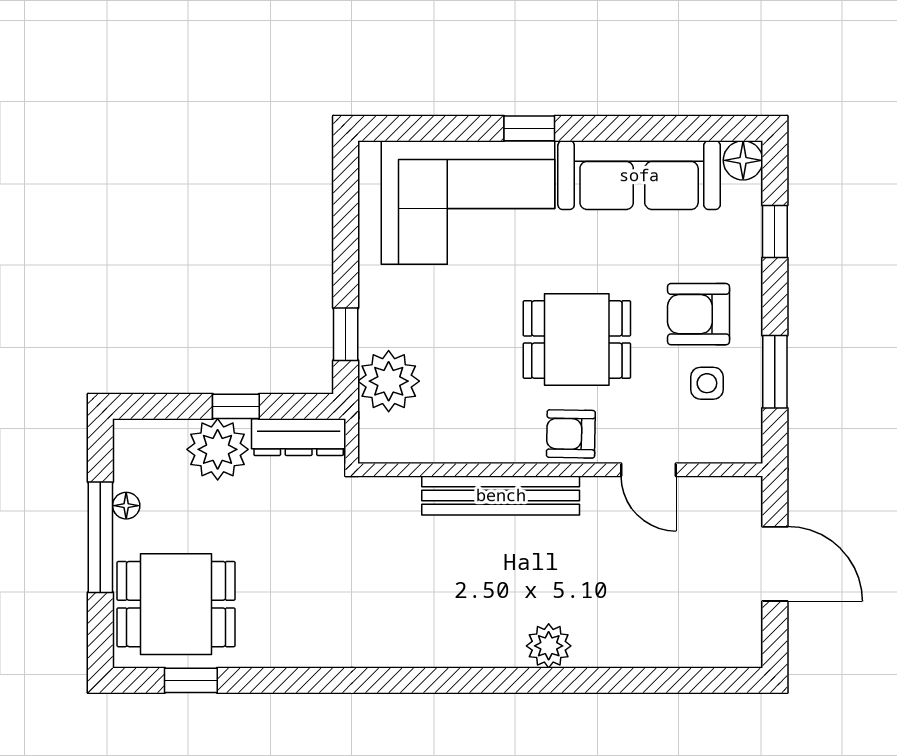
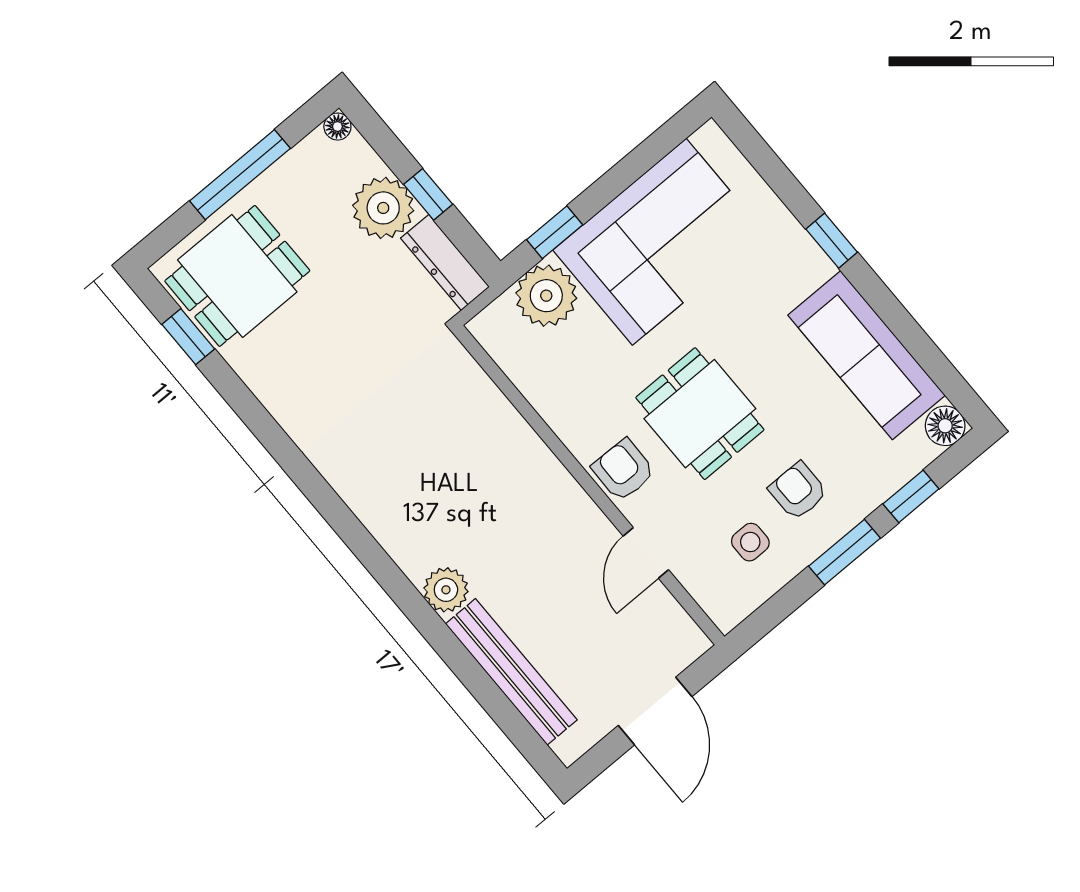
corner sofa: (468, 203) -> (659, 242), moved, turned -90
armchair: (698, 314) -> (798, 491), width x0.72, depth x0.72
window: (775, 372) -> (844, 552), moved
bench: (501, 495) -> (511, 672), moved
floor lamp: (126, 506) -> (337, 127), moved
dining table: (176, 604) -> (237, 276), turned 90

